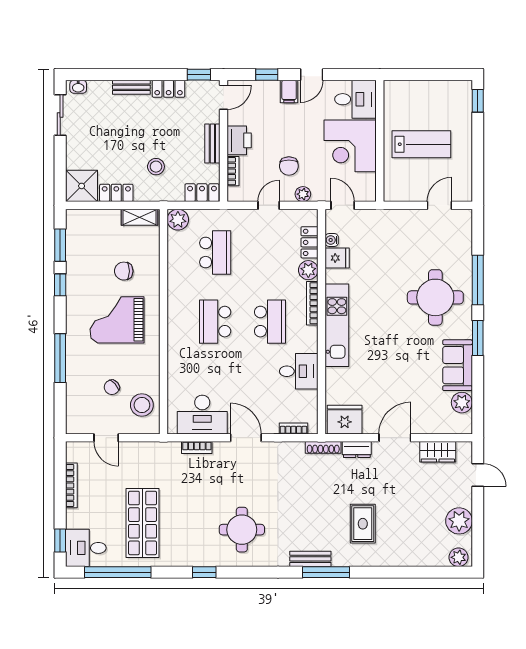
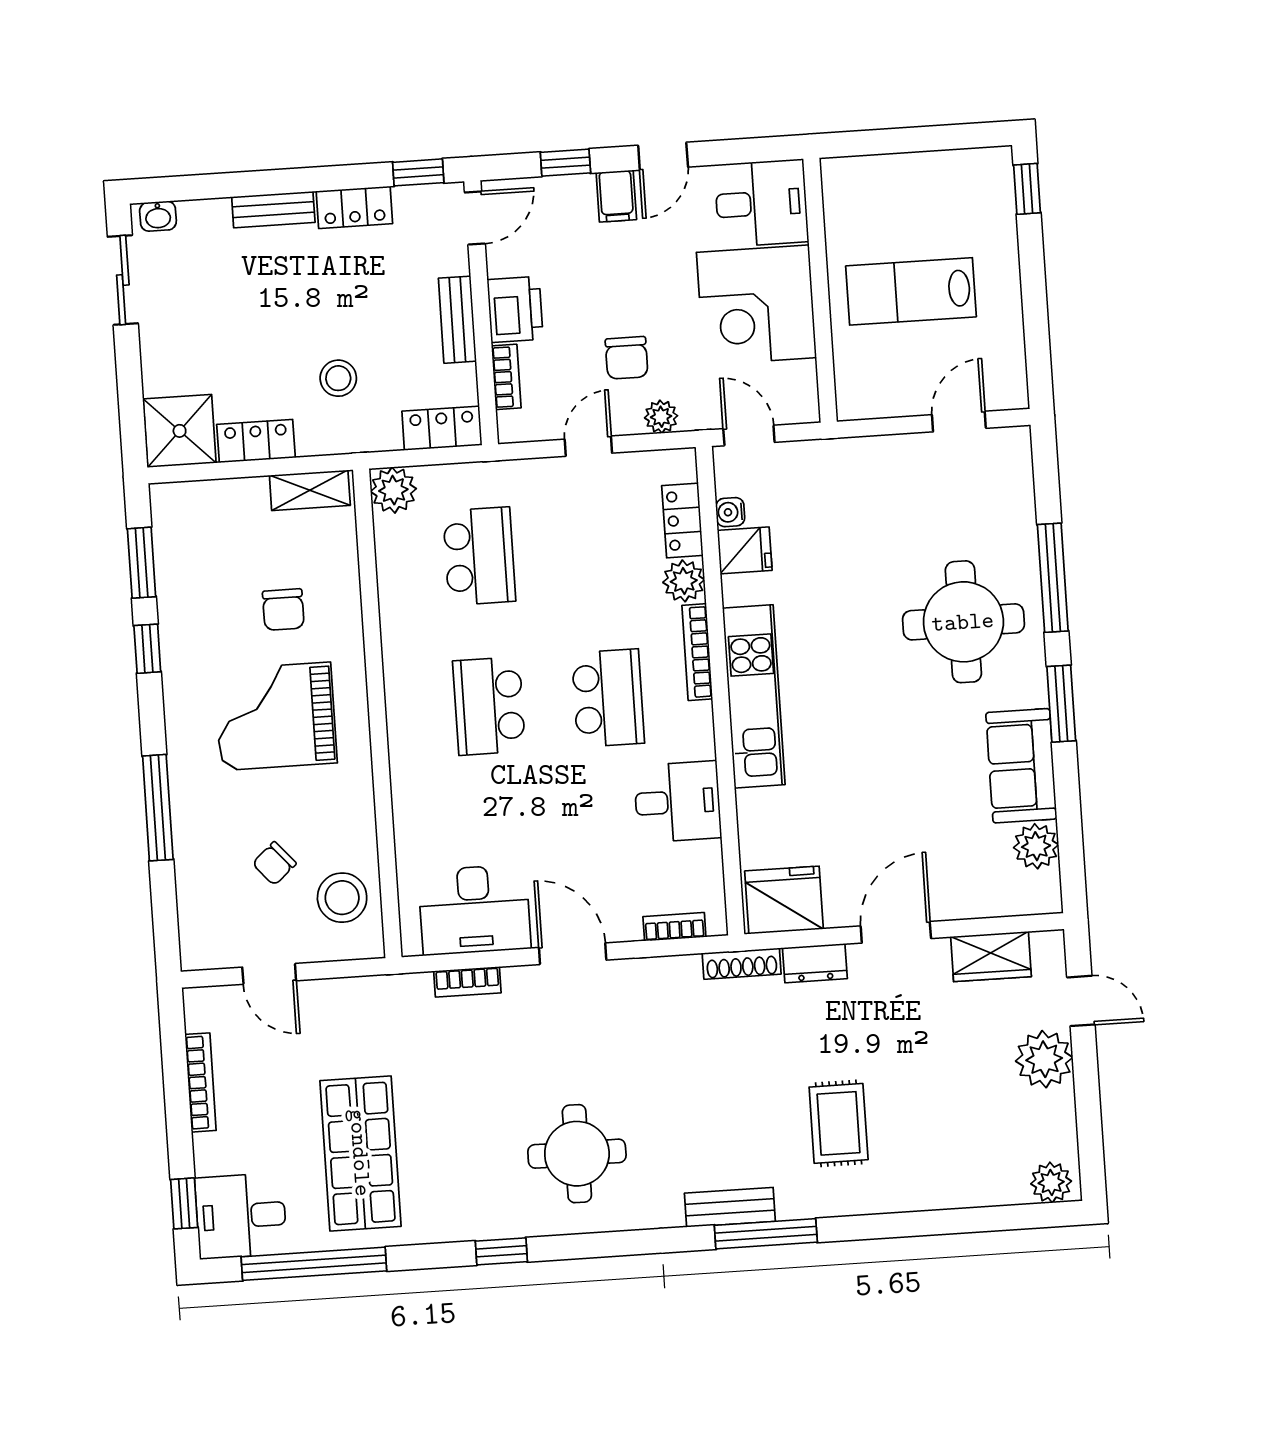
lab bench: (421, 144) -> (911, 291), turned 180
chair: (124, 271) -> (283, 610), turned -90
plant: (459, 521) -> (1044, 1059), moved

